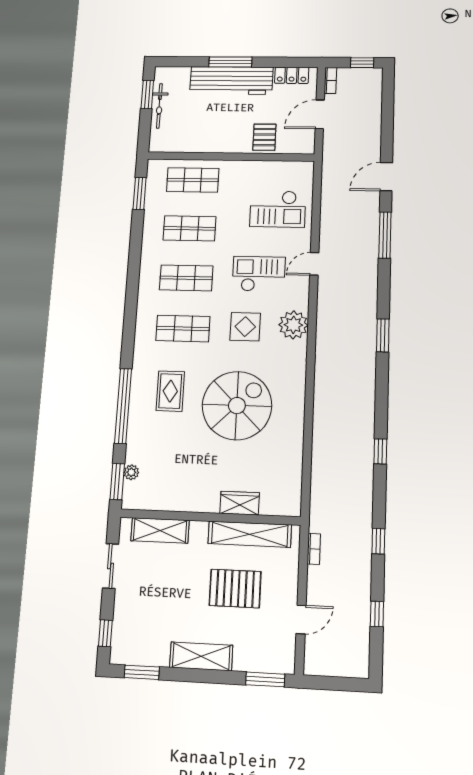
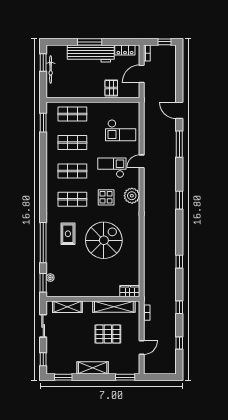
door: (386, 177) -> (179, 110), hinge flipped
wardrobe: (240, 503) -> (130, 291), moved

